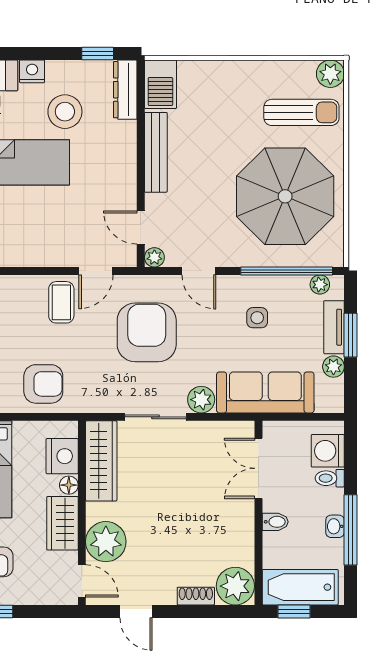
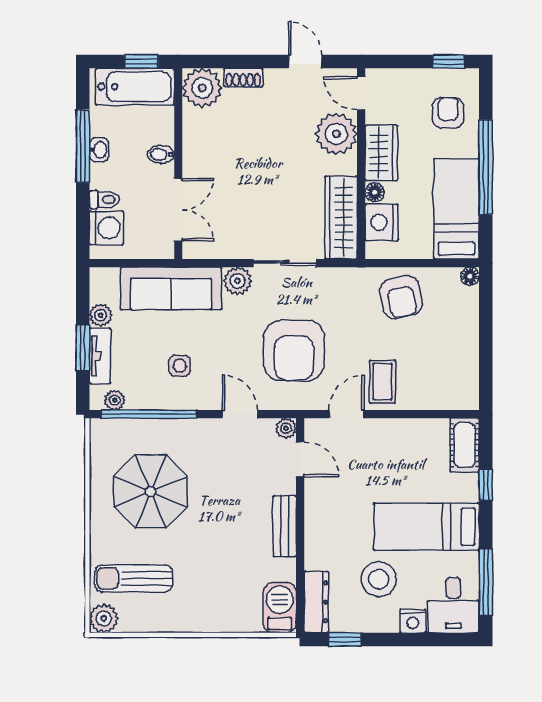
bench: (156, 152) -> (285, 526), width x0.73
parasol: (285, 196) -> (151, 492), width x0.73, depth x0.73
armchair: (43, 384) -> (401, 297), turned -102

